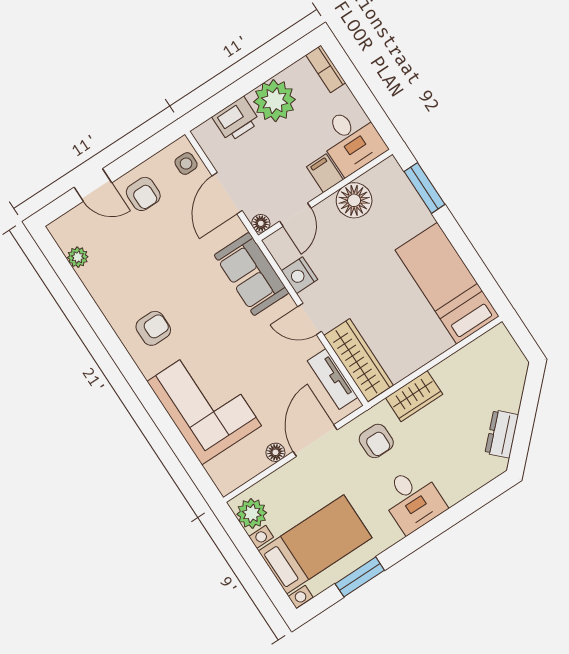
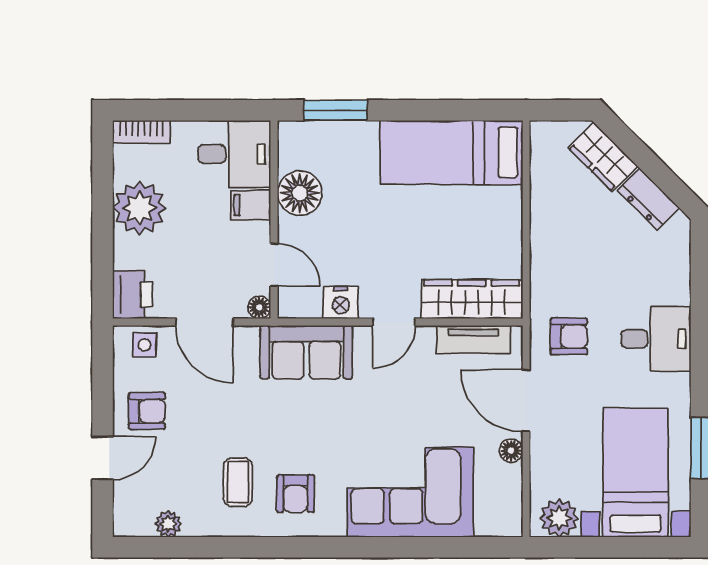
printer: (236, 119) -> (133, 295), moved
coffee table: (136, 285) -> (238, 482), added
armchair: (153, 328) -> (296, 494), turned 180
wardrobe: (414, 396) -> (603, 157), moved, turned 135

